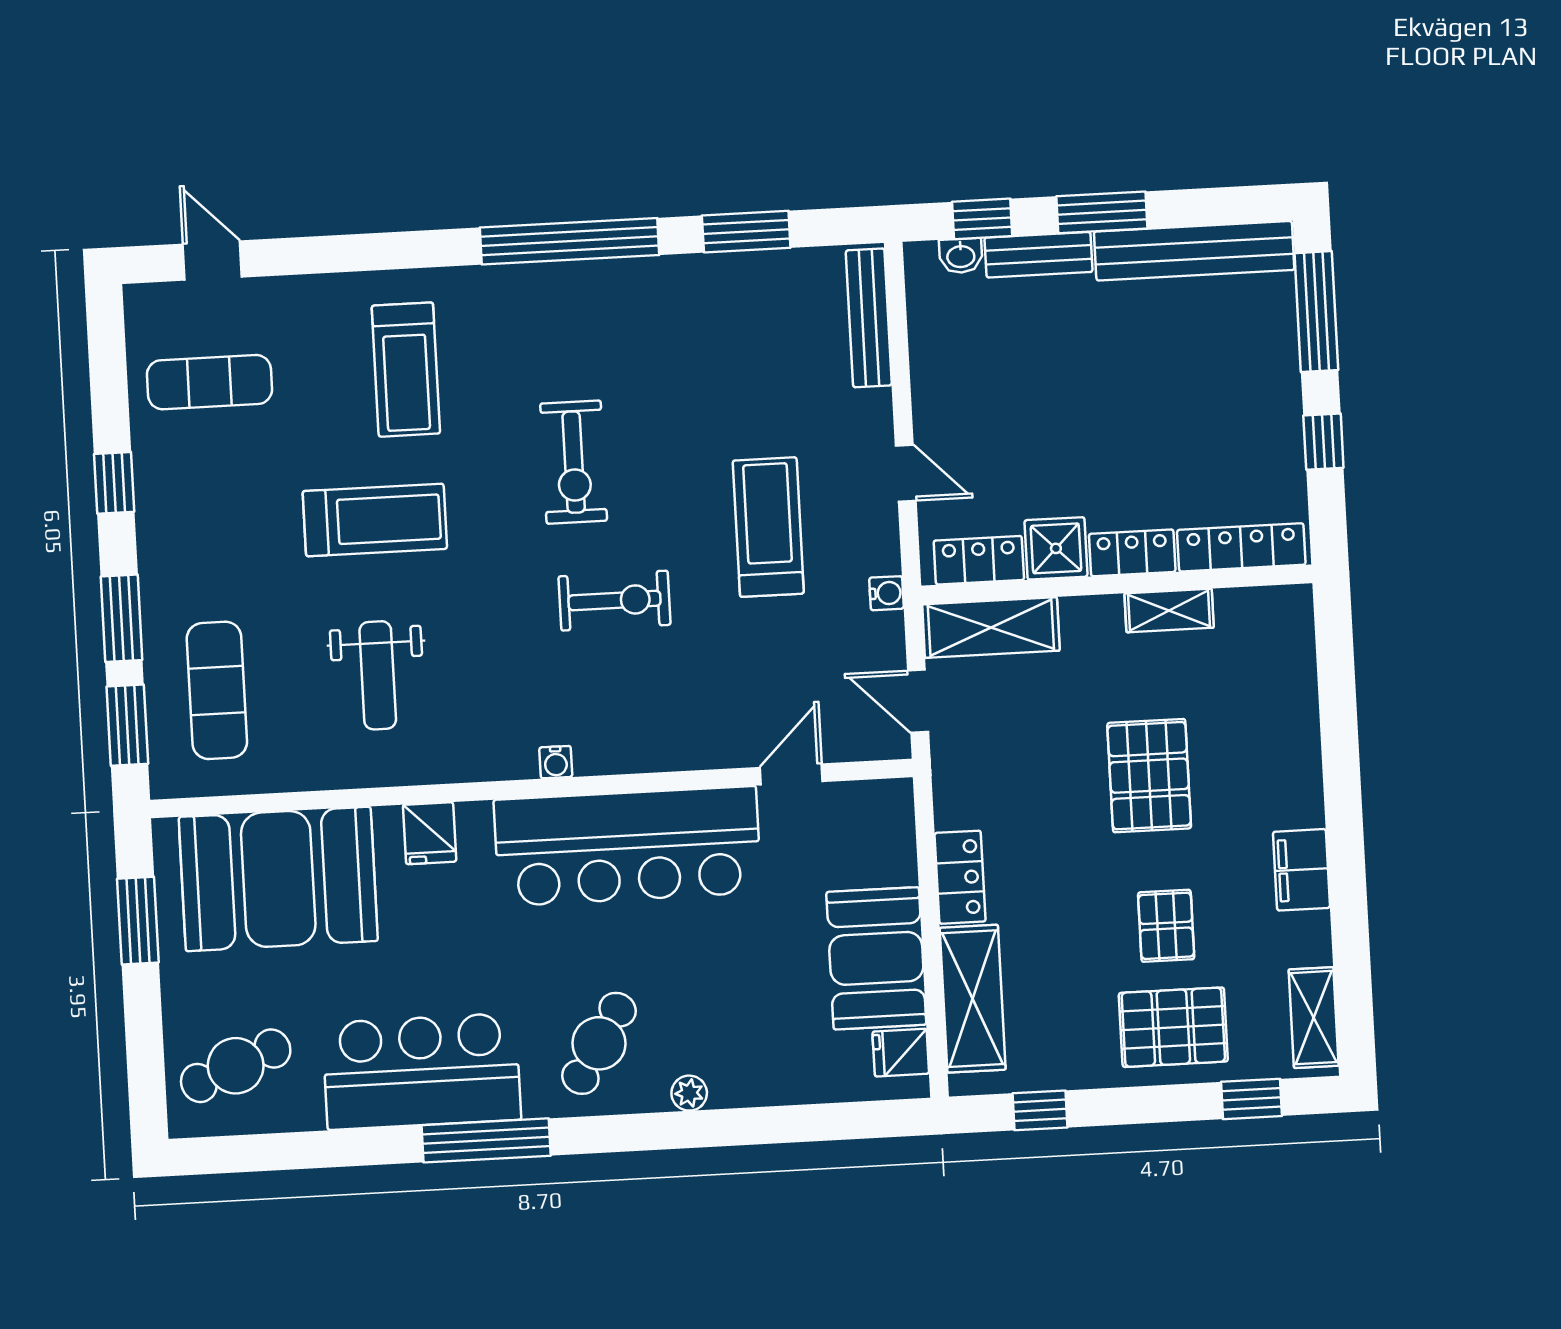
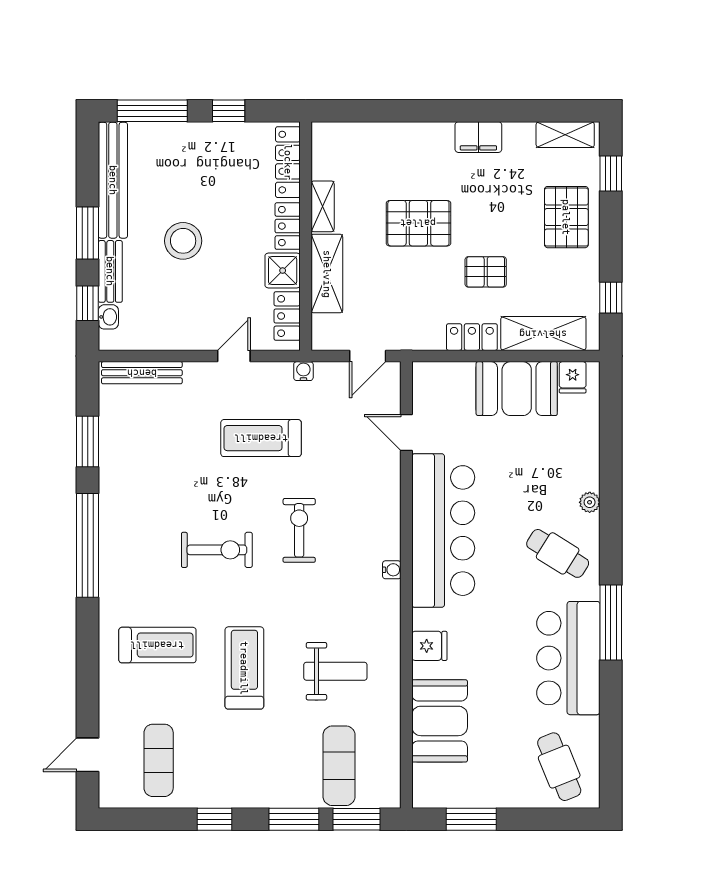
stool: (1097, 376) -> (183, 241), added
shelving: (991, 627) -> (327, 274), moved
exercise mat: (217, 690) -> (339, 766), turned 90
booth: (278, 879) -> (440, 721), width x0.73, depth x0.70
pallet: (1166, 926) -> (486, 272), moved

